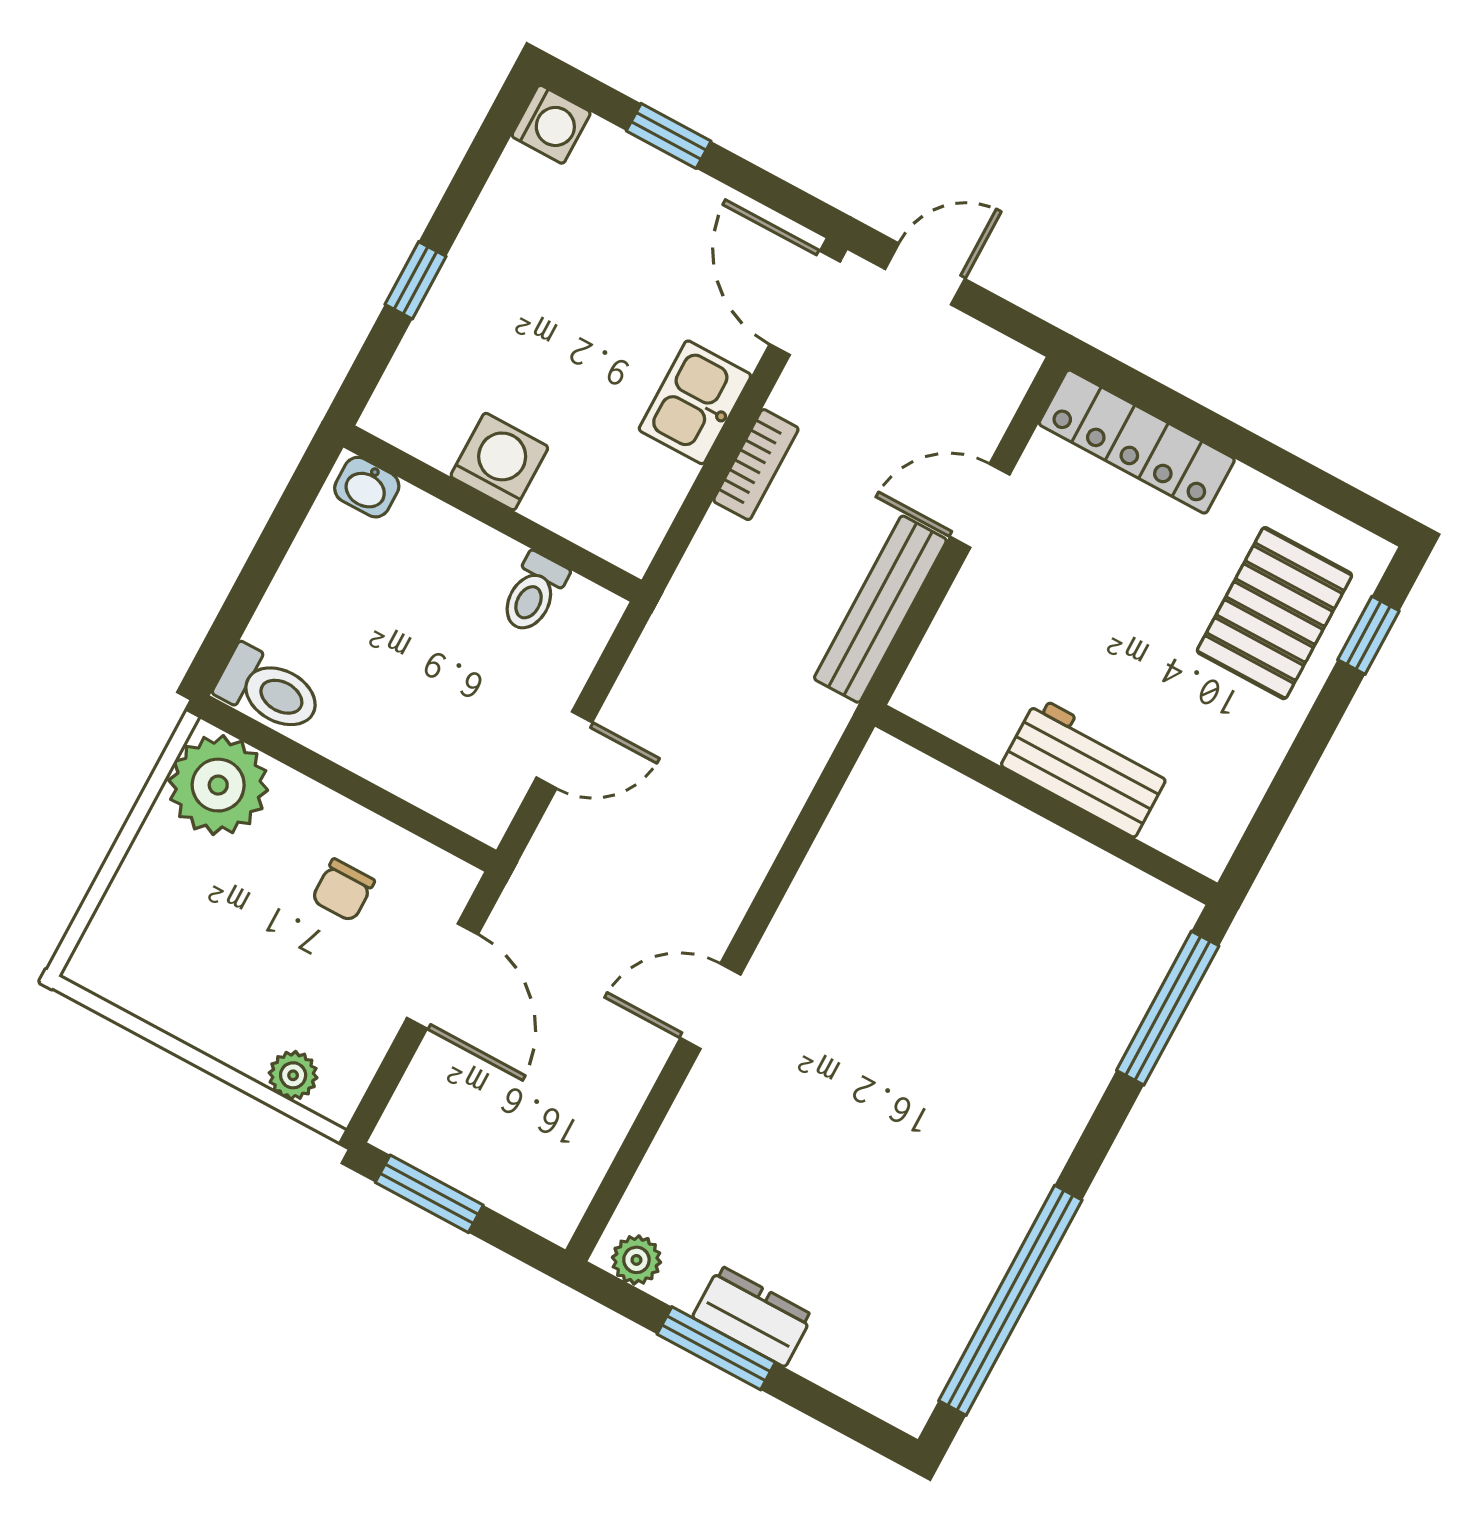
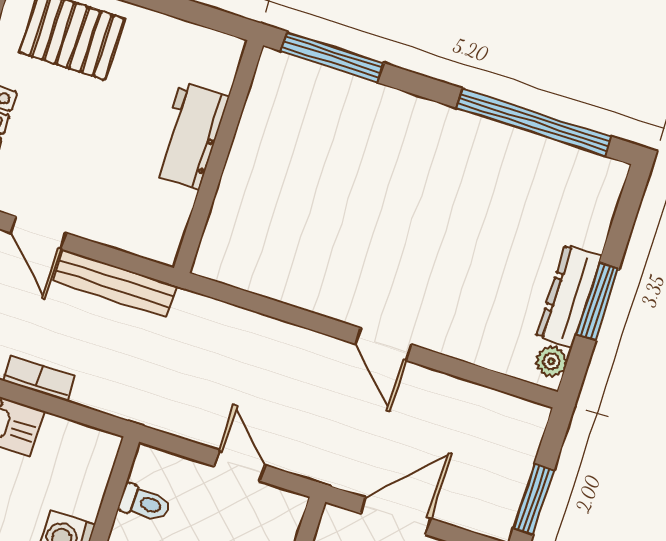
dresser: (753, 1316) -> (569, 296), width x1.44

